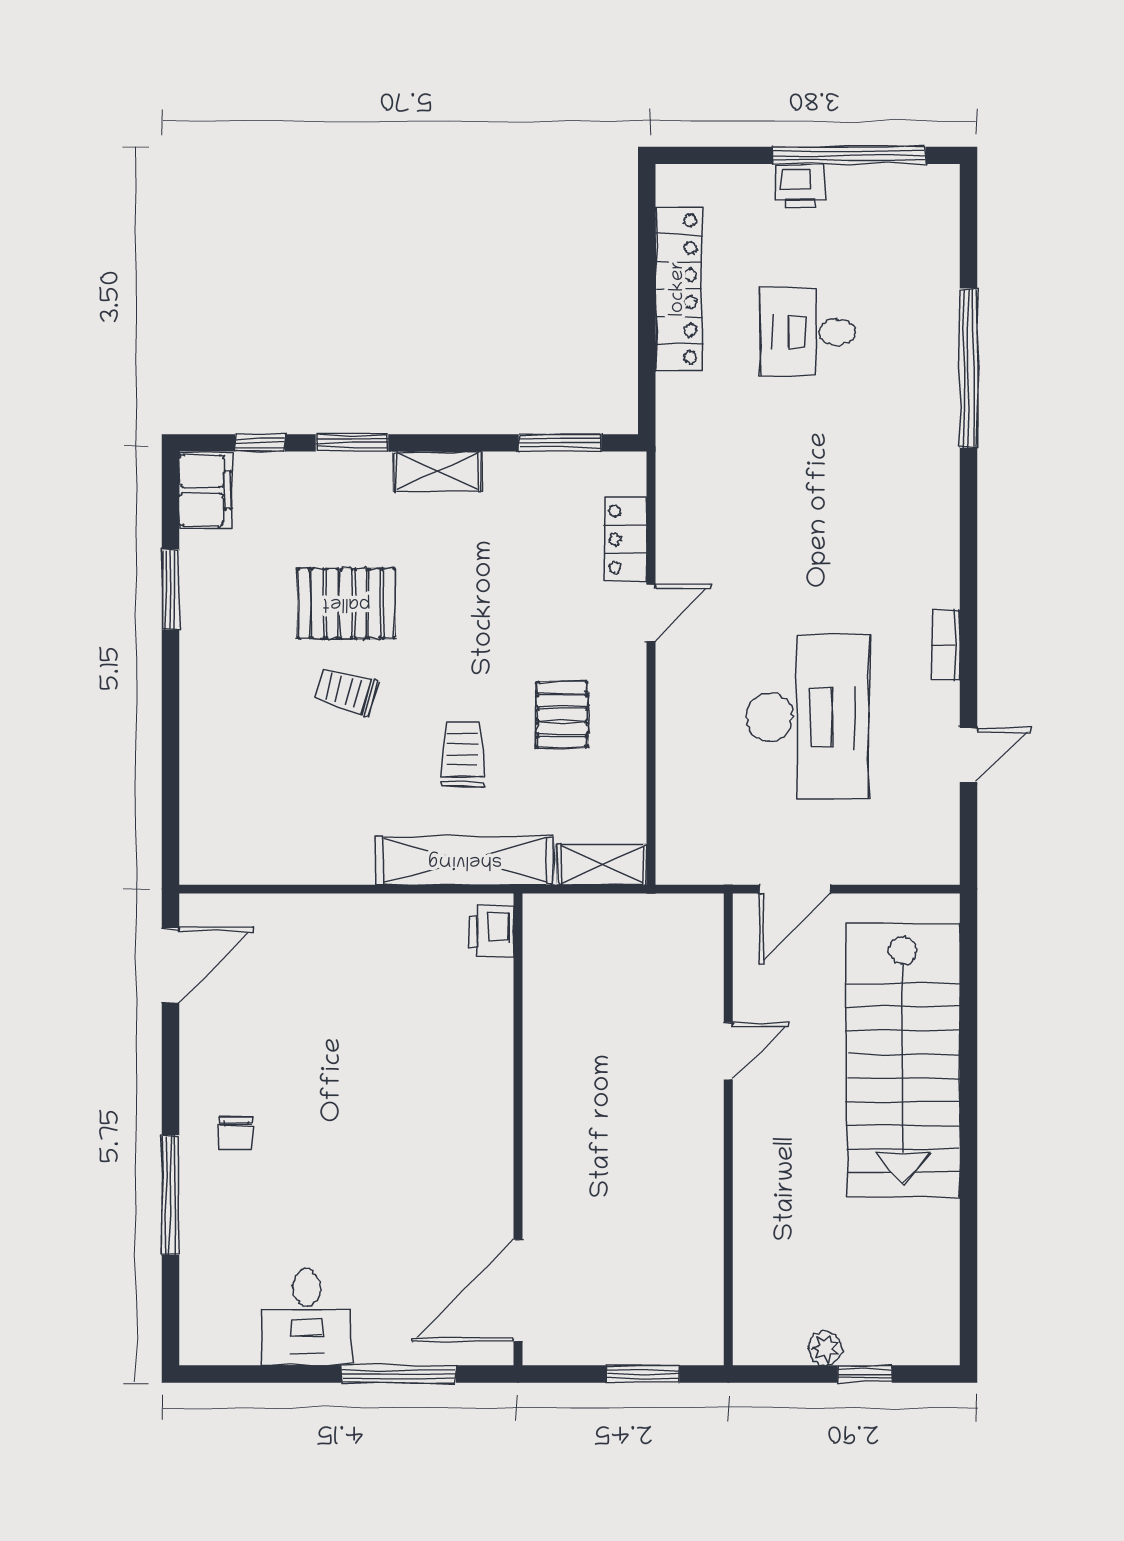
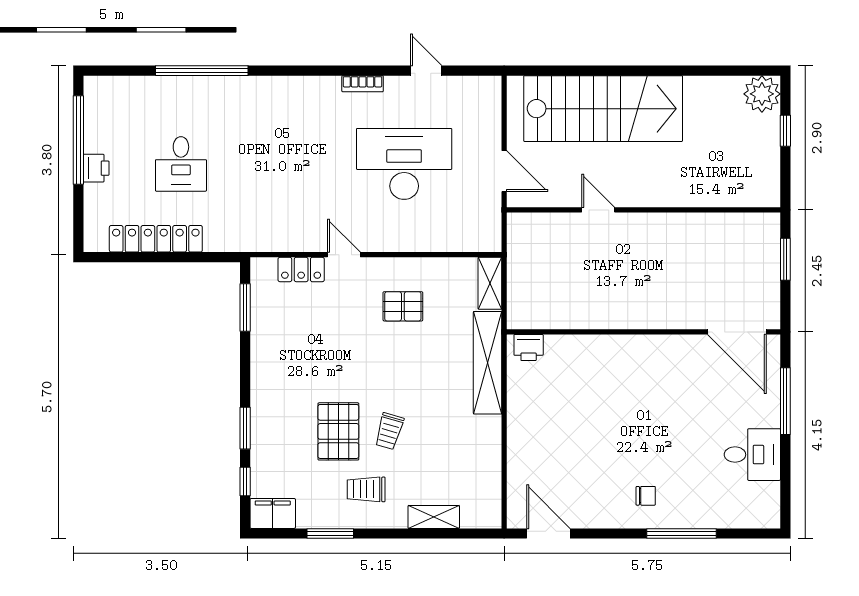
shelving: (437, 471) -> (434, 517), moved, turned 90
trolley: (463, 754) -> (366, 489), moved
plant: (825, 1349) -> (762, 94), moved, width x1.88, depth x1.88

